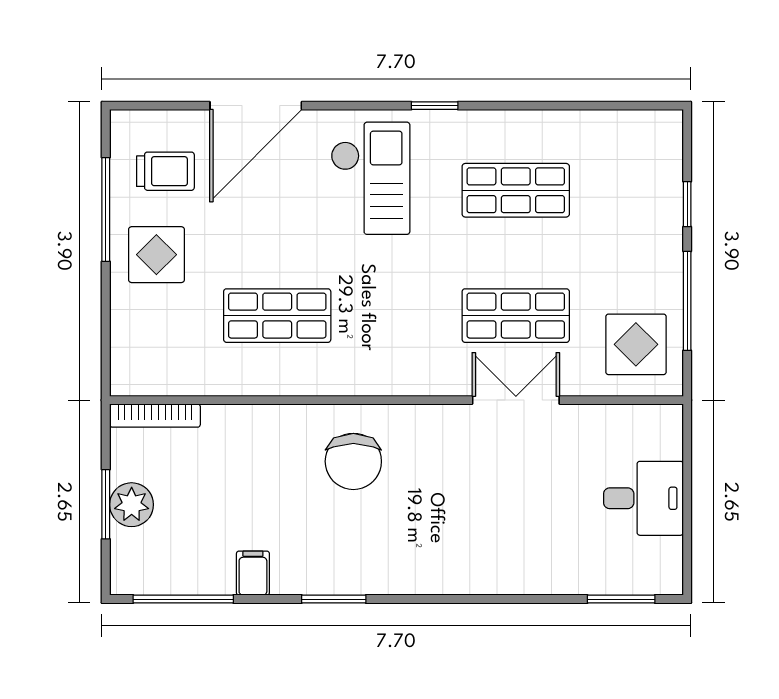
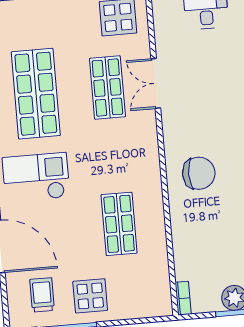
shop shelf: (516, 190) -> (36, 94), width x1.43, depth x1.36
bookcase: (155, 416) -> (183, 298), width x0.64

